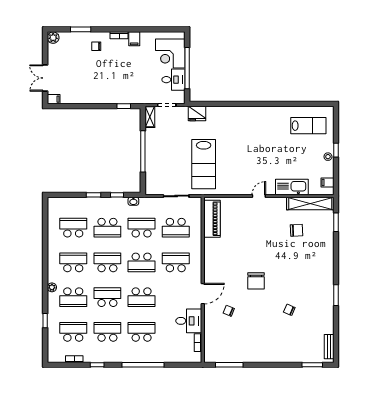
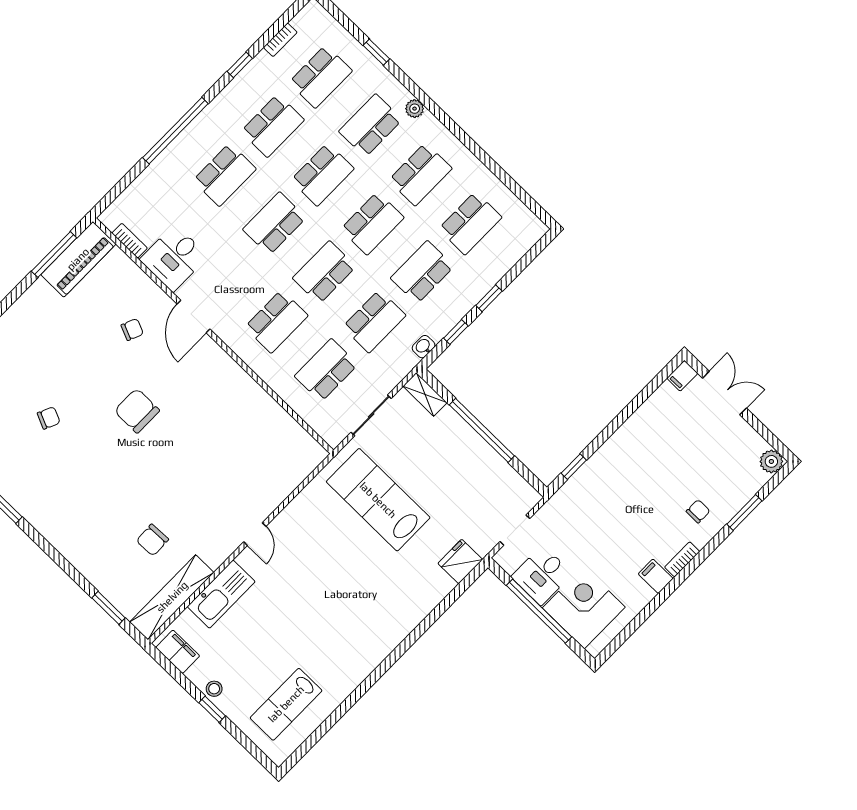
shelving: (150, 117) -> (425, 394), moved
filing cabinet: (328, 182) -> (178, 652), width x2.00
piano: (212, 219) -> (78, 259), moved, turned -90

